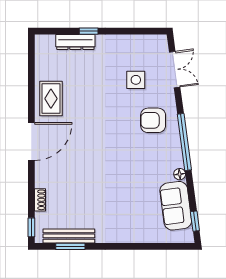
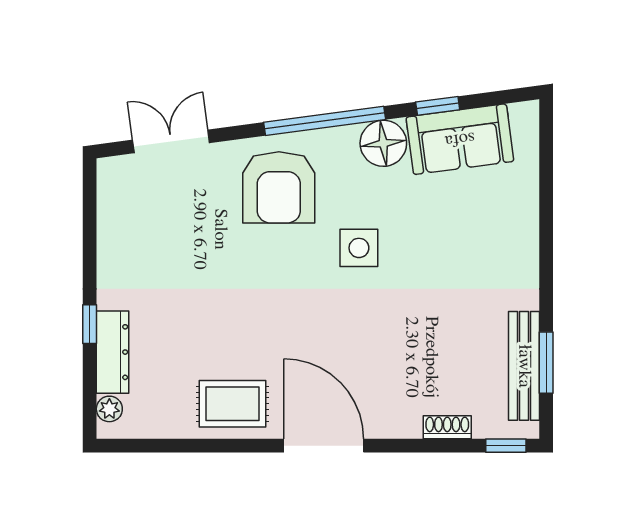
plant: (49, 40) -> (109, 409), added
side table: (136, 80) -> (359, 248), moved
armchair: (153, 120) -> (279, 187), width x1.36, depth x1.36
floor lamp: (180, 174) -> (383, 143), width x1.89, depth x1.89
window: (195, 221) -> (438, 106), moved

